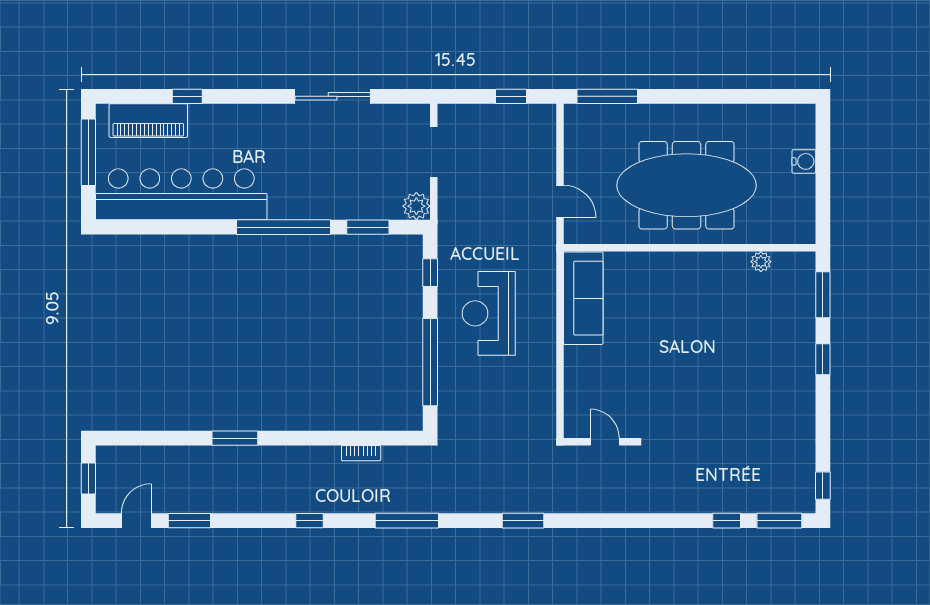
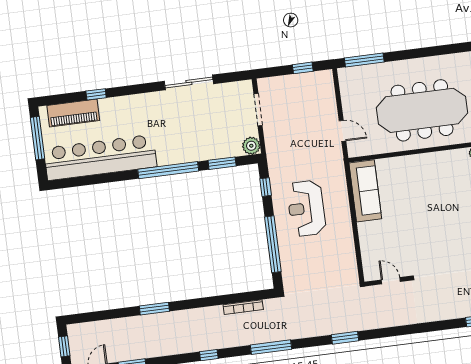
bookcase: (361, 453) -> (243, 307), width x1.56

